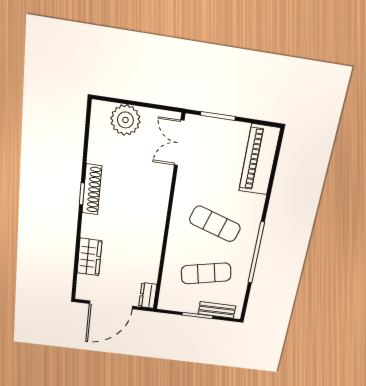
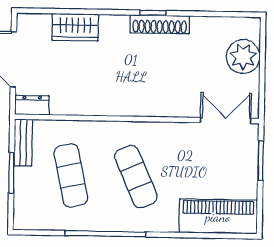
exercise mat: (215, 224) -> (136, 177), turned -42
bench: (217, 310) -> (23, 143), moved

